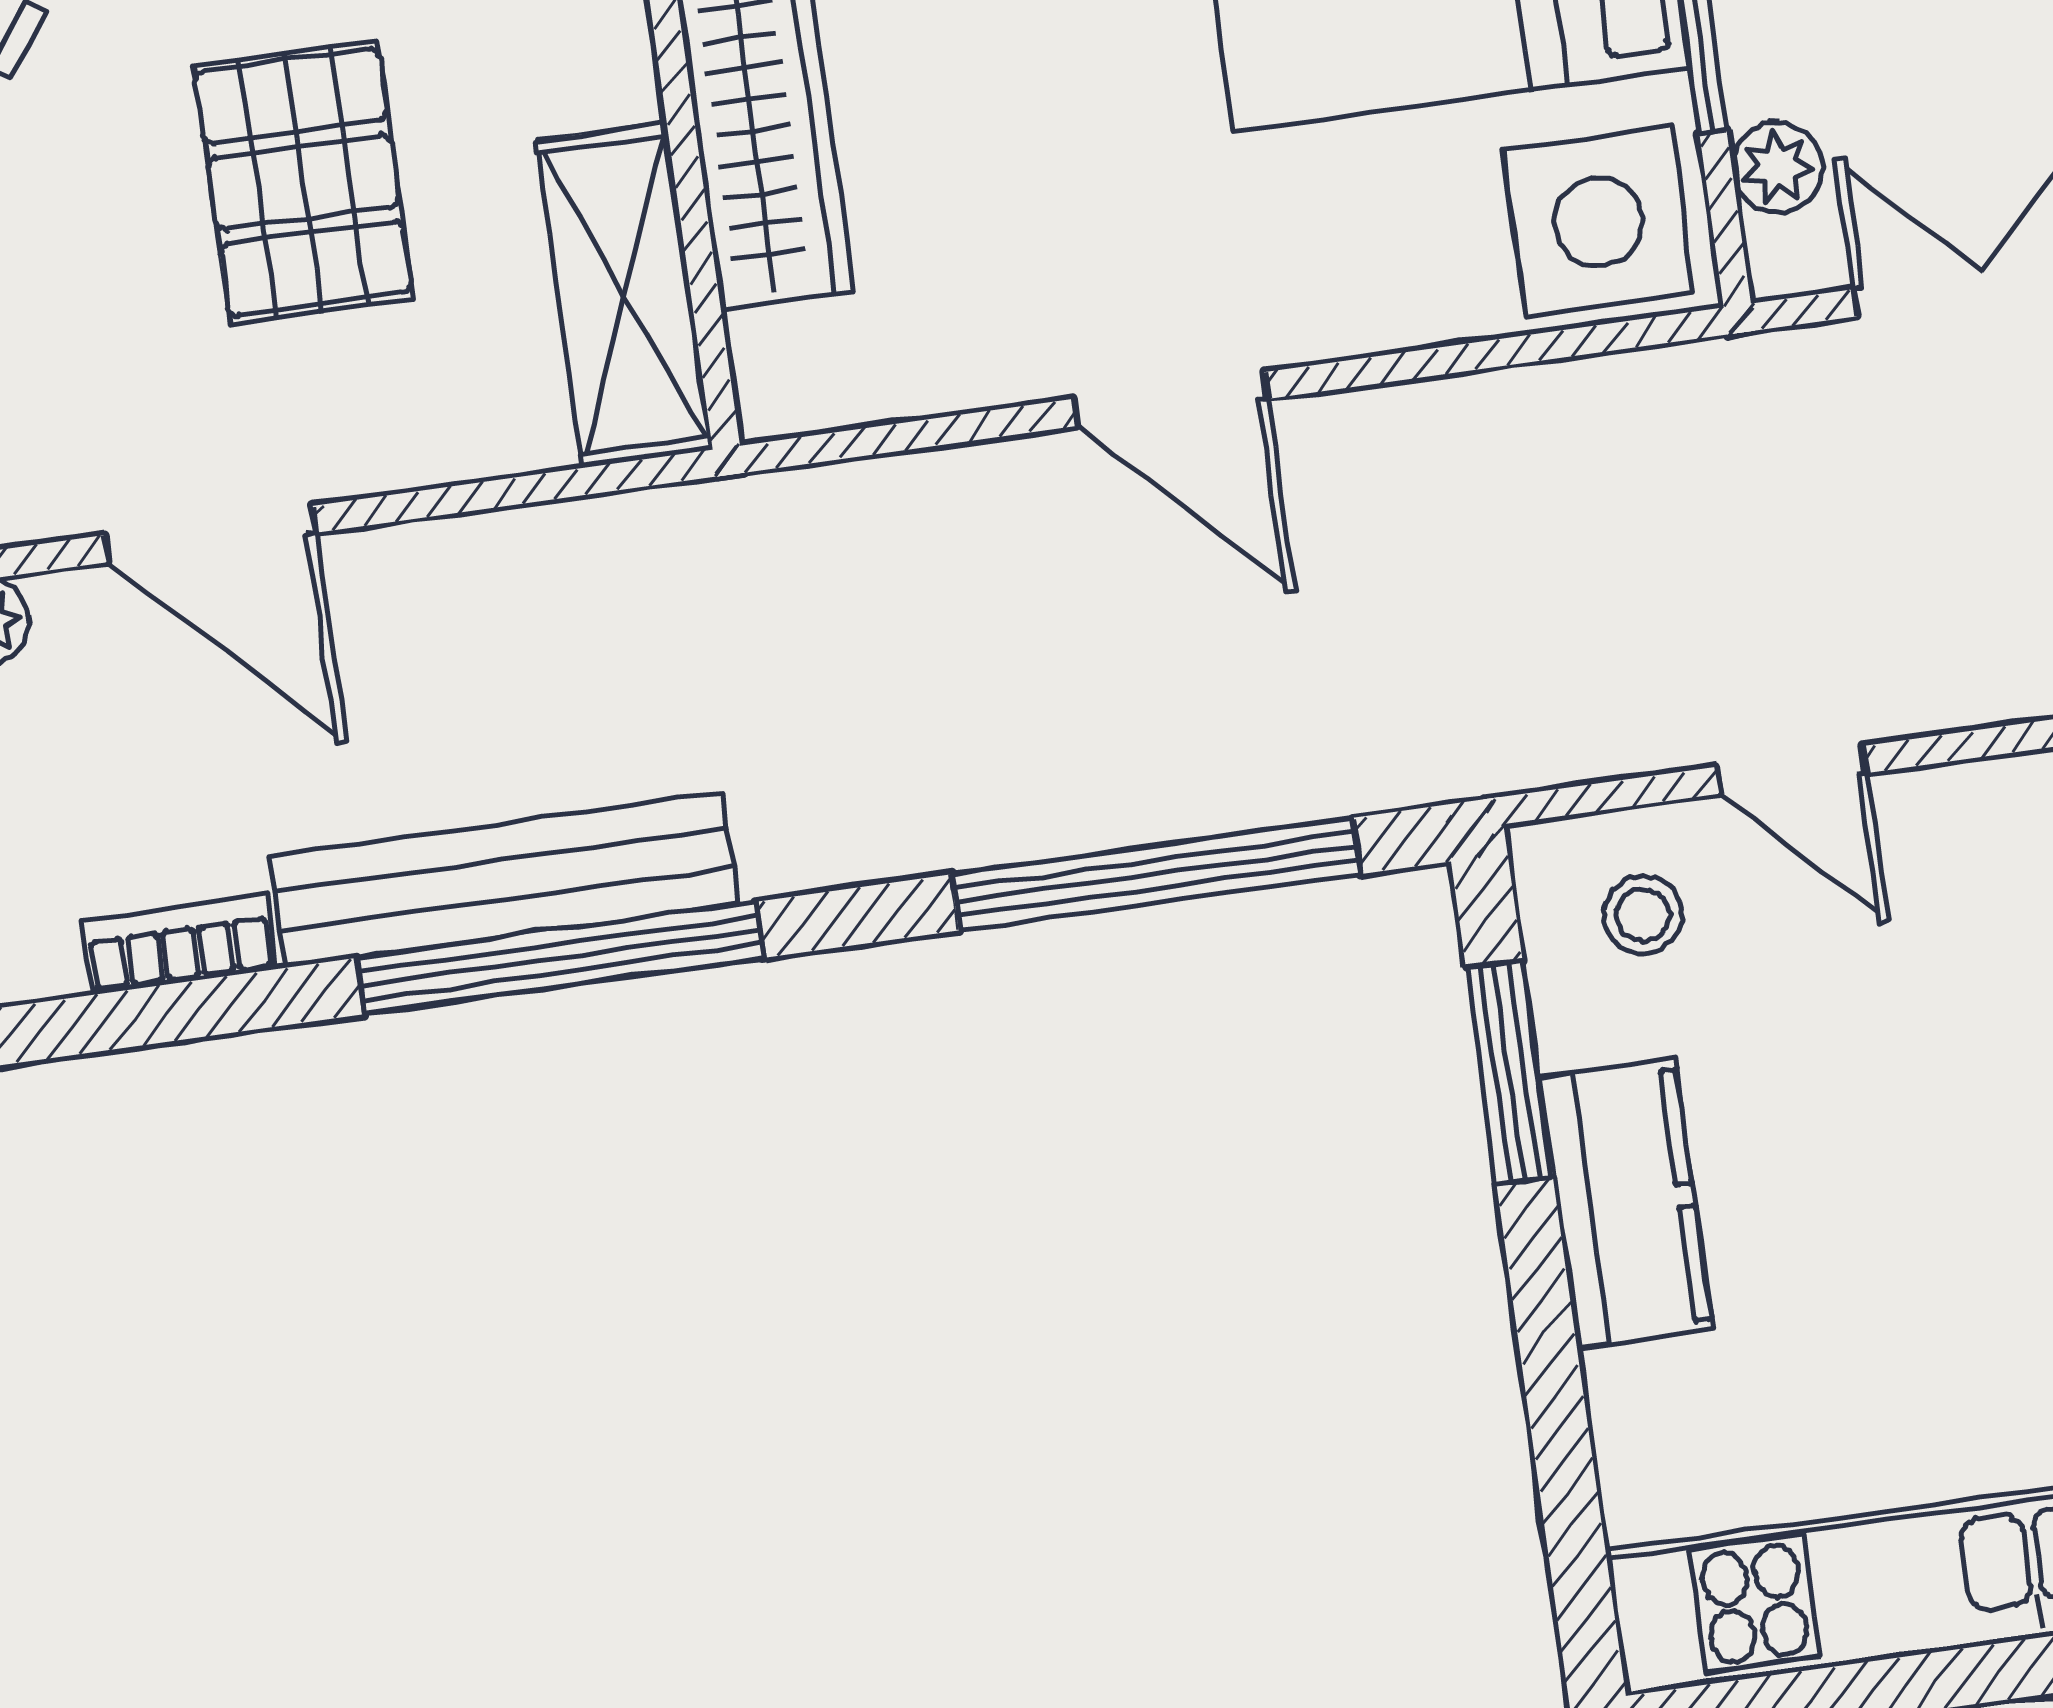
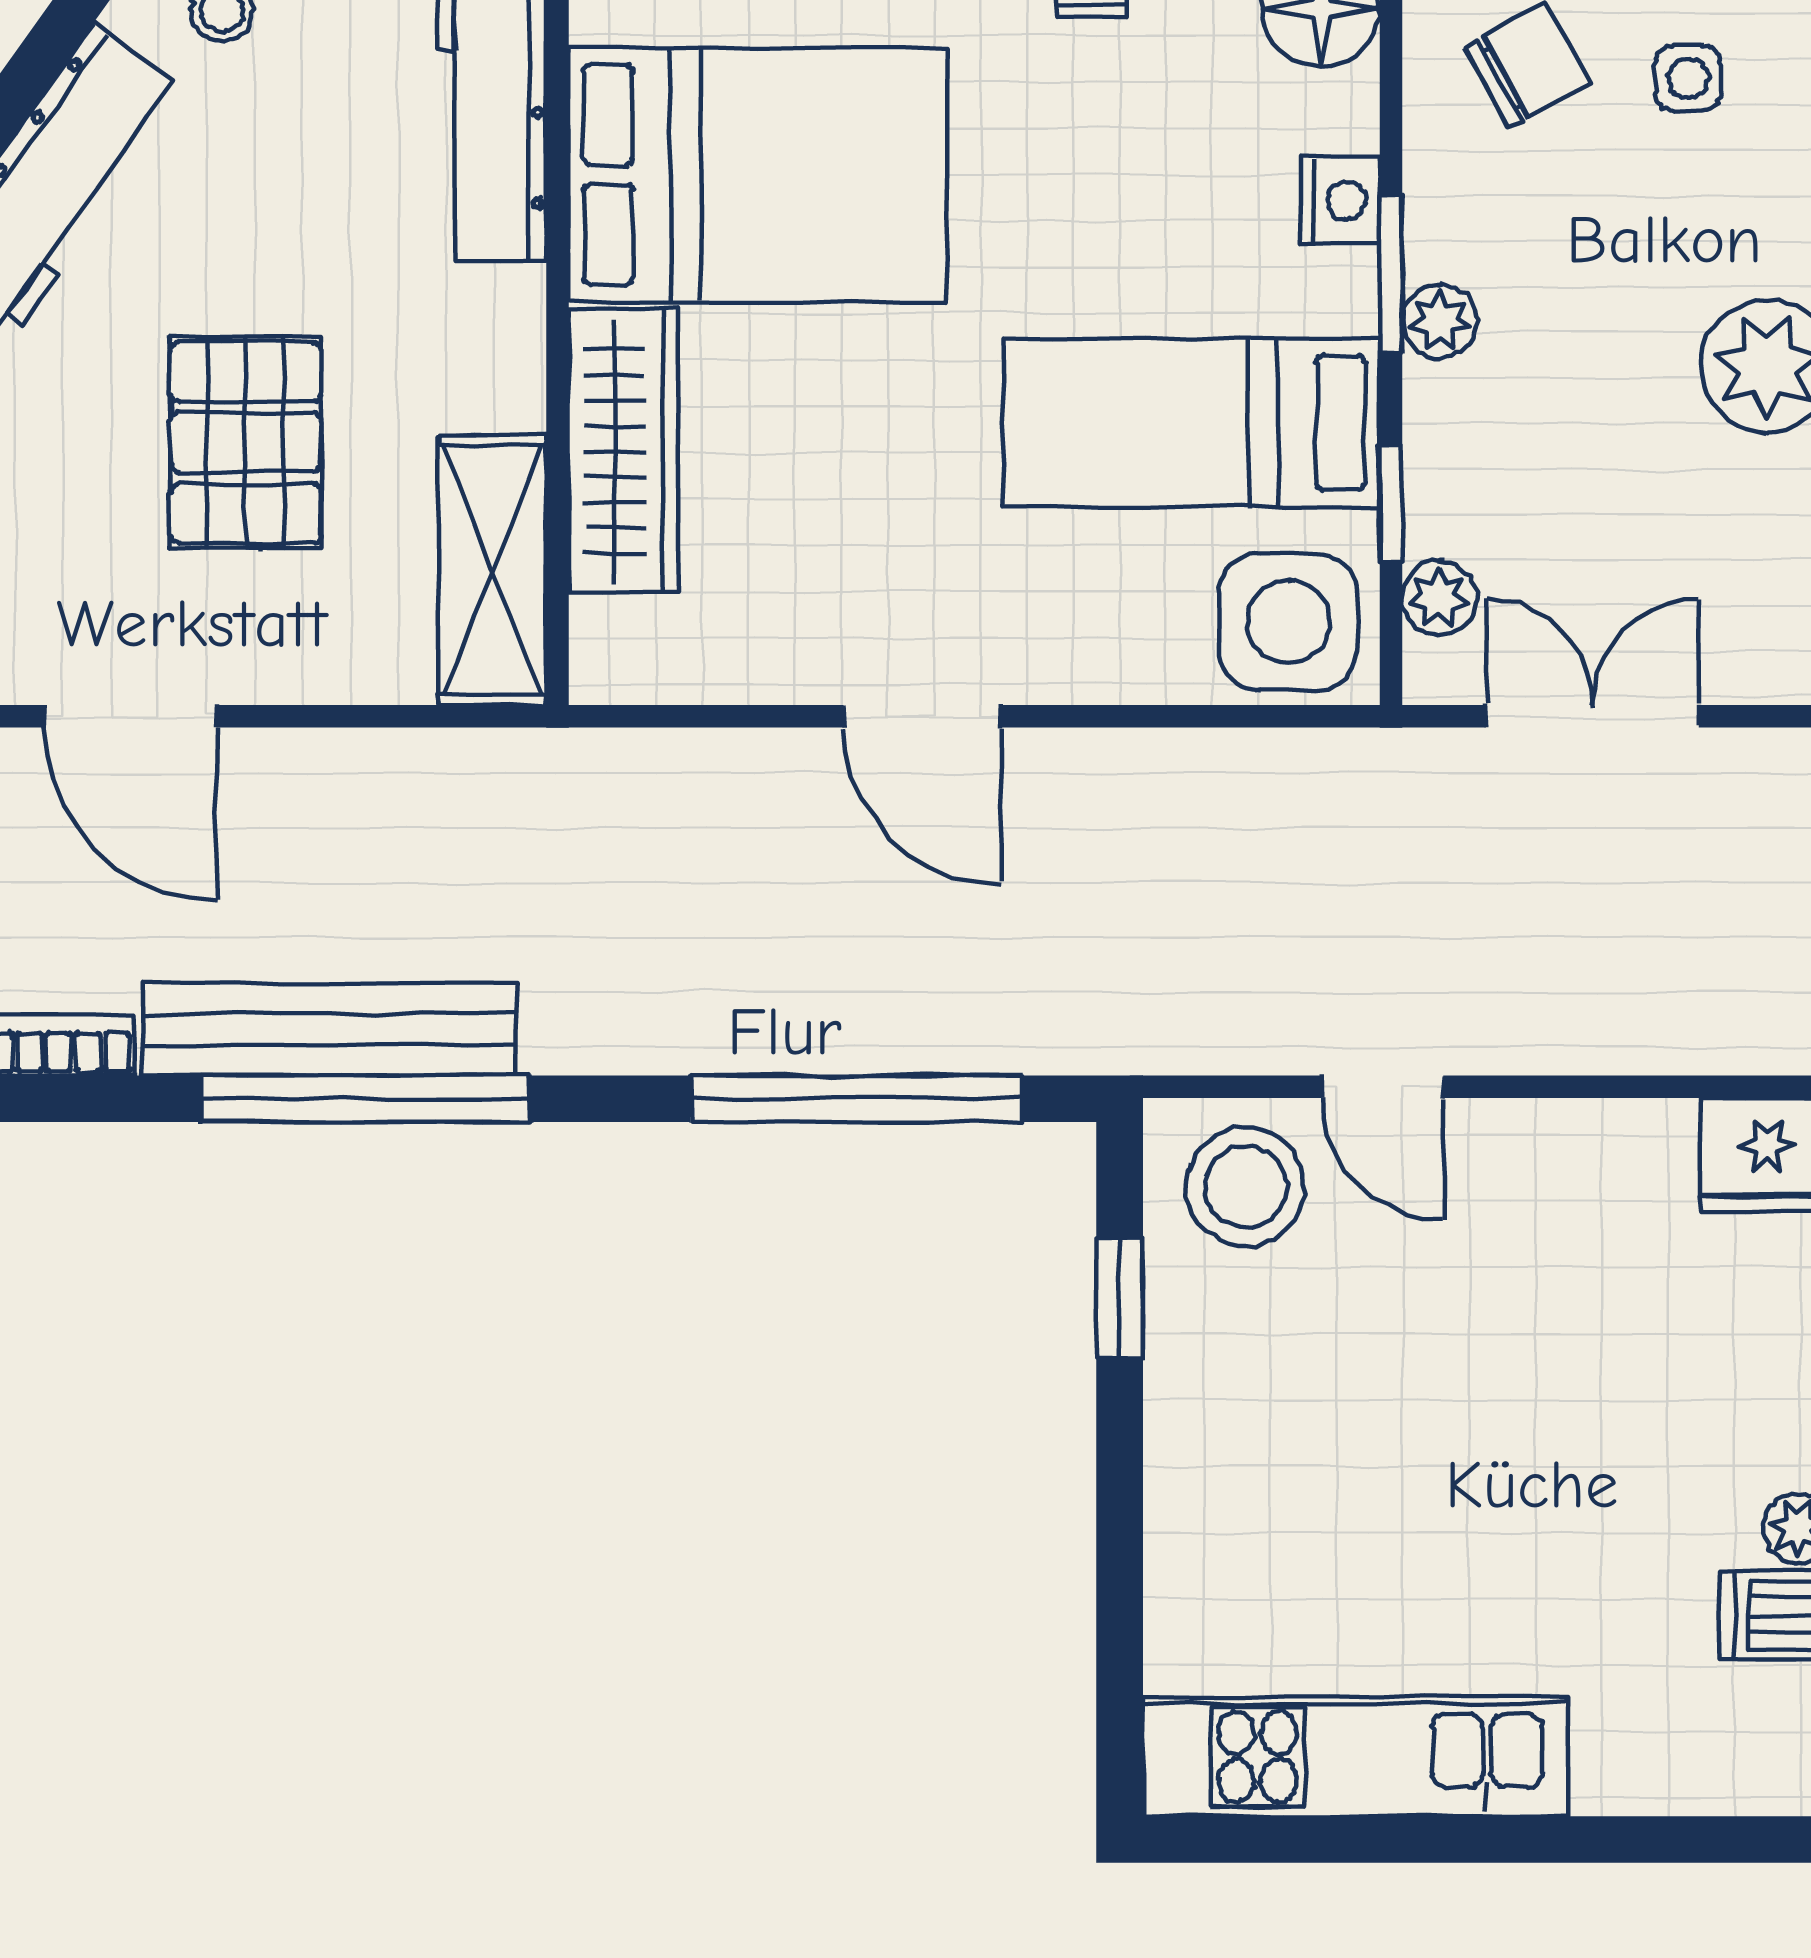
stool: (1643, 915) -> (1245, 1187), width x1.89, depth x1.89
window: (1509, 1072) -> (1120, 1299), width x0.67
kitchen counter: (1626, 1204) -> (1199, 1418), removed

